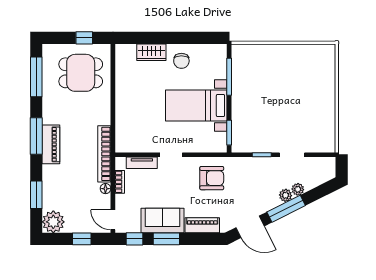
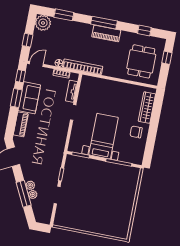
window: (84, 38) -> (167, 58), moved
wardrobe: (151, 52) -> (147, 108), width x1.50
window: (36, 77) -> (144, 30), width x0.46
piano: (51, 144) -> (106, 34), moved
armchair: (212, 178) -> (52, 137), removed
window: (286, 209) -> (24, 194), moved

